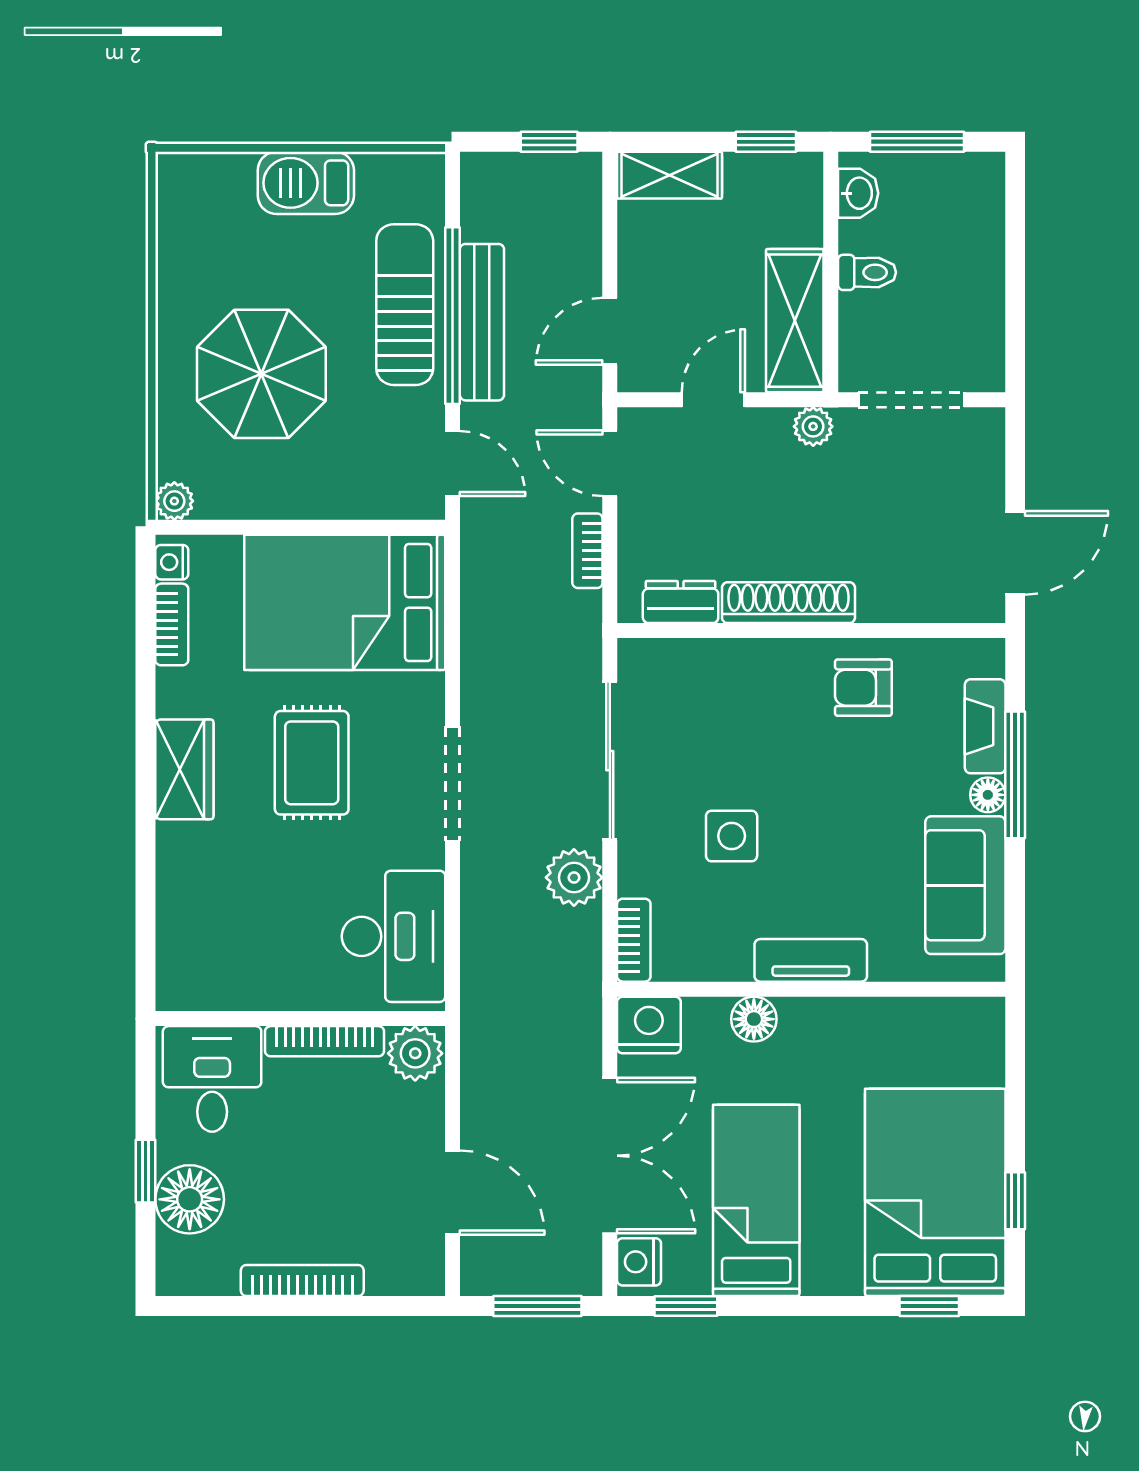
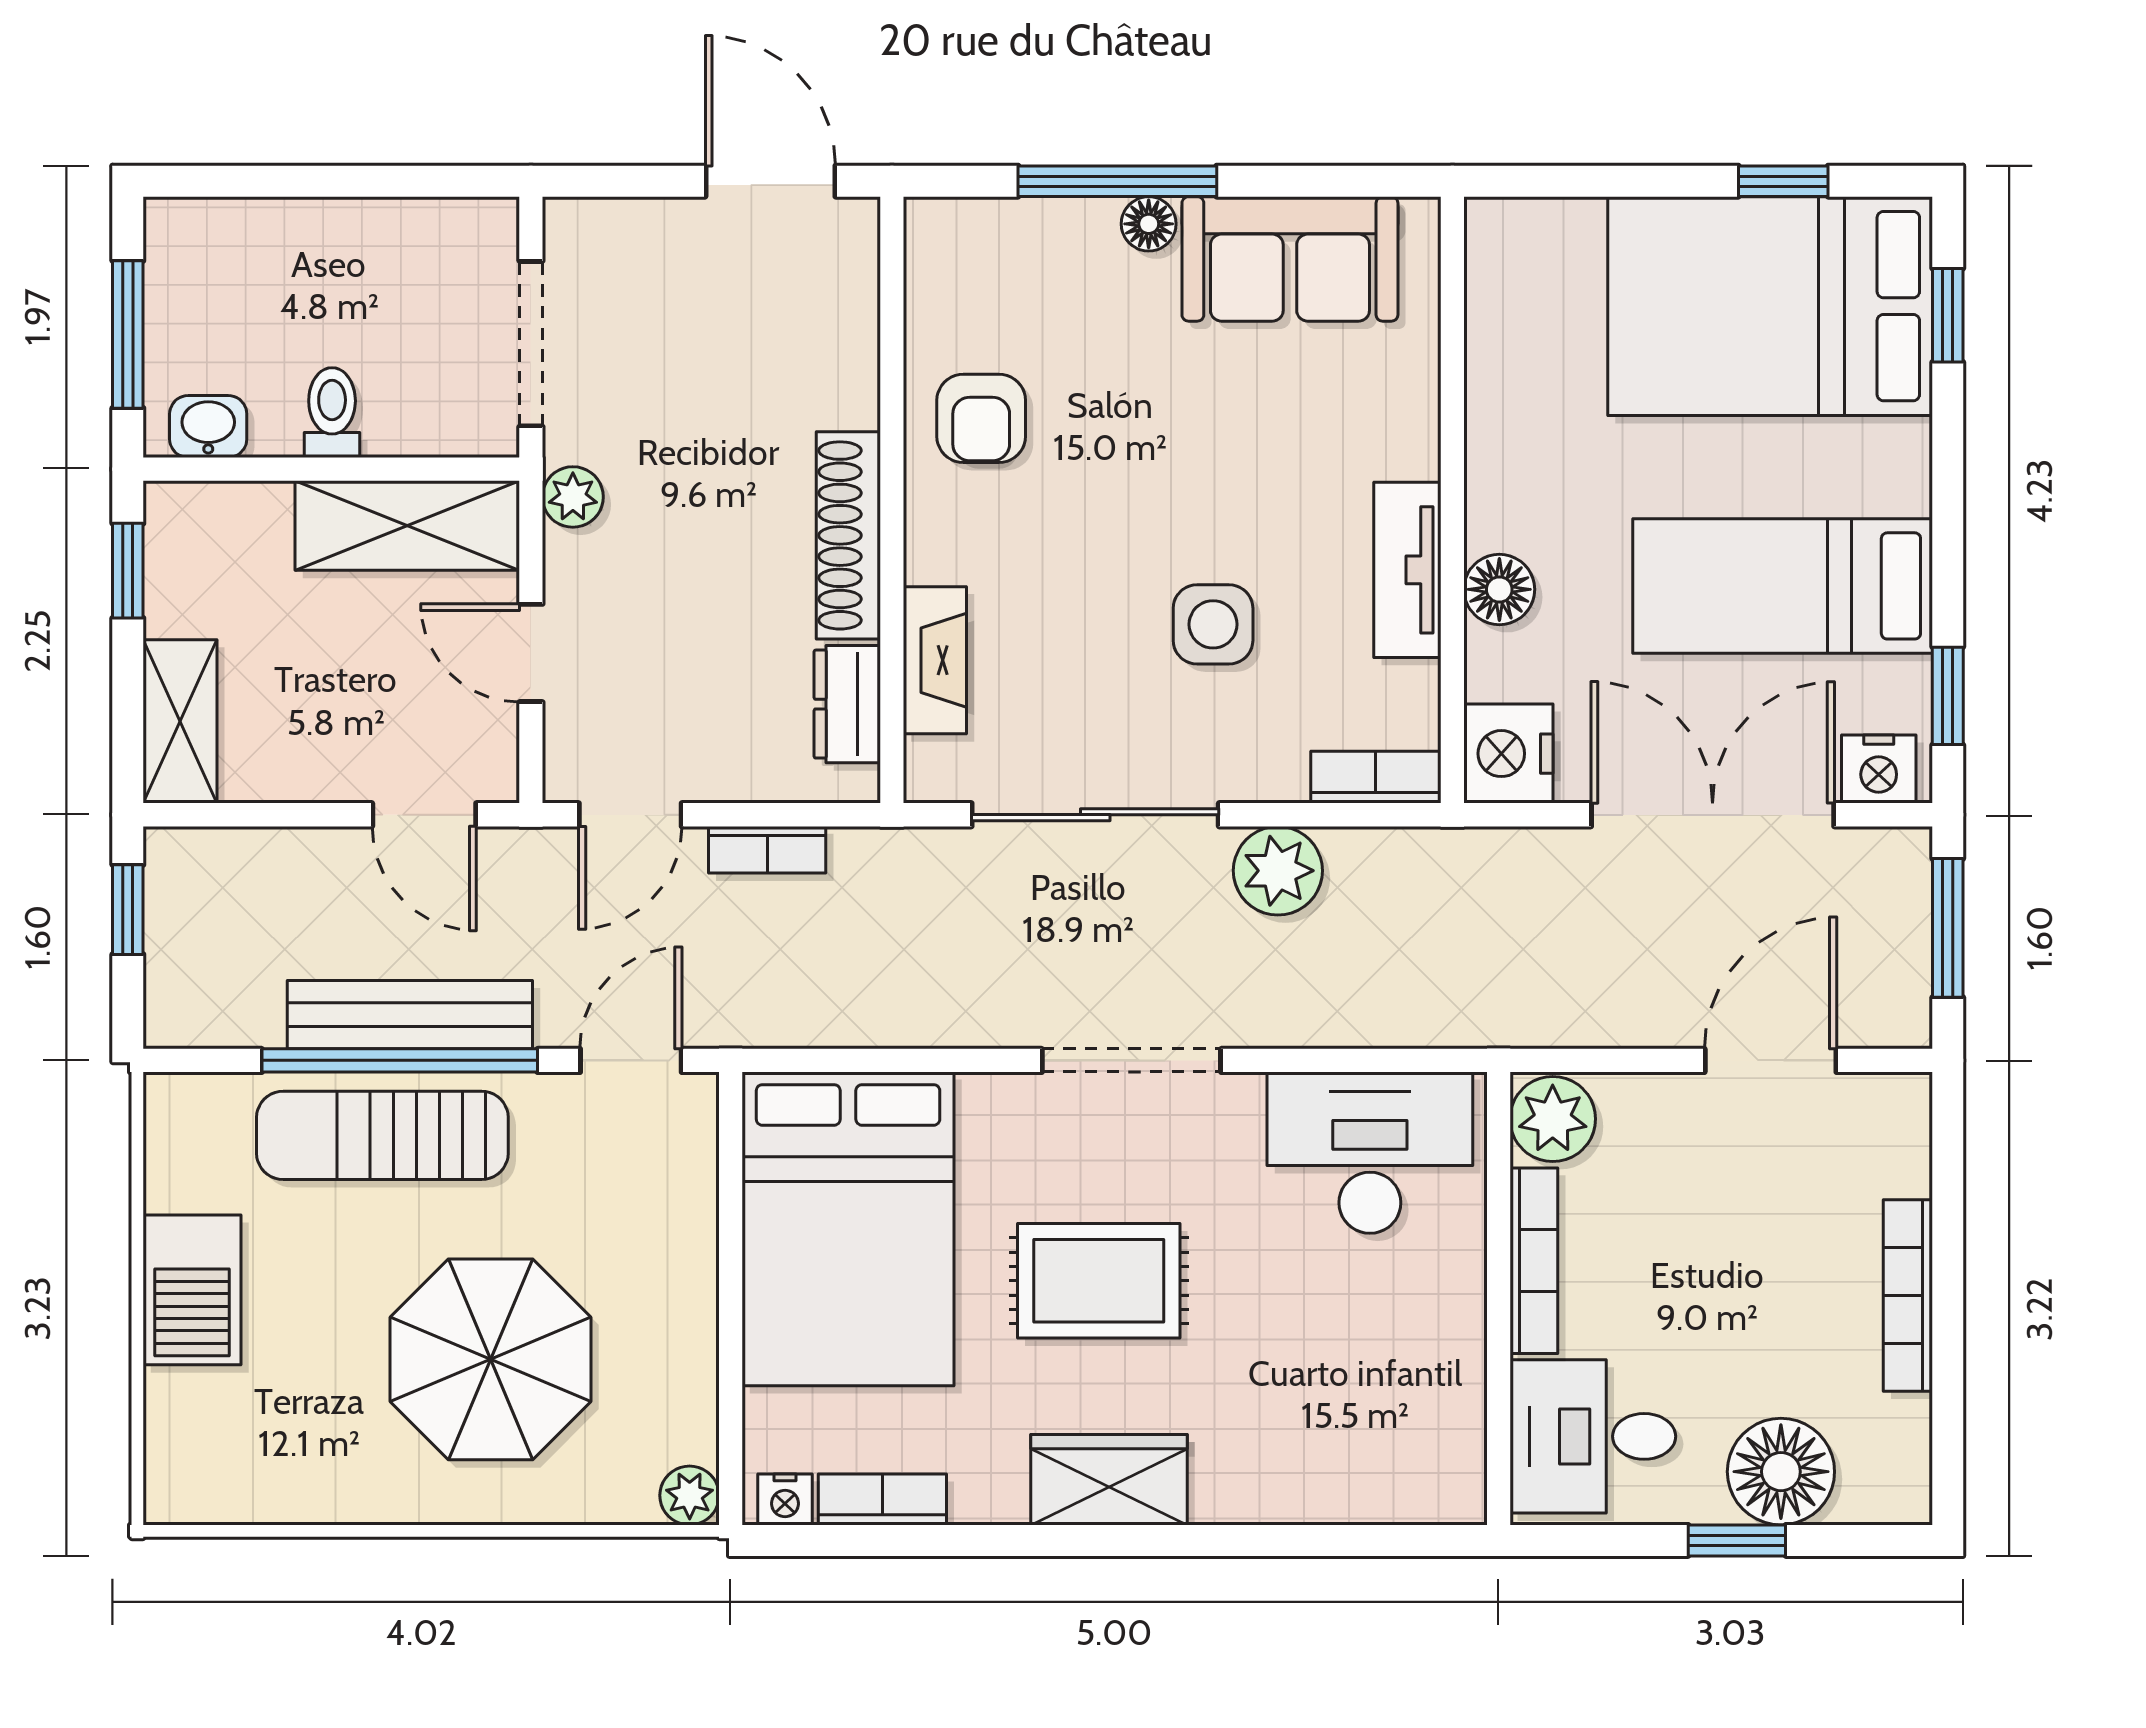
fireplace: (985, 726) -> (935, 660), moved, turned -90
tv unit: (811, 960) -> (1407, 570), moved

